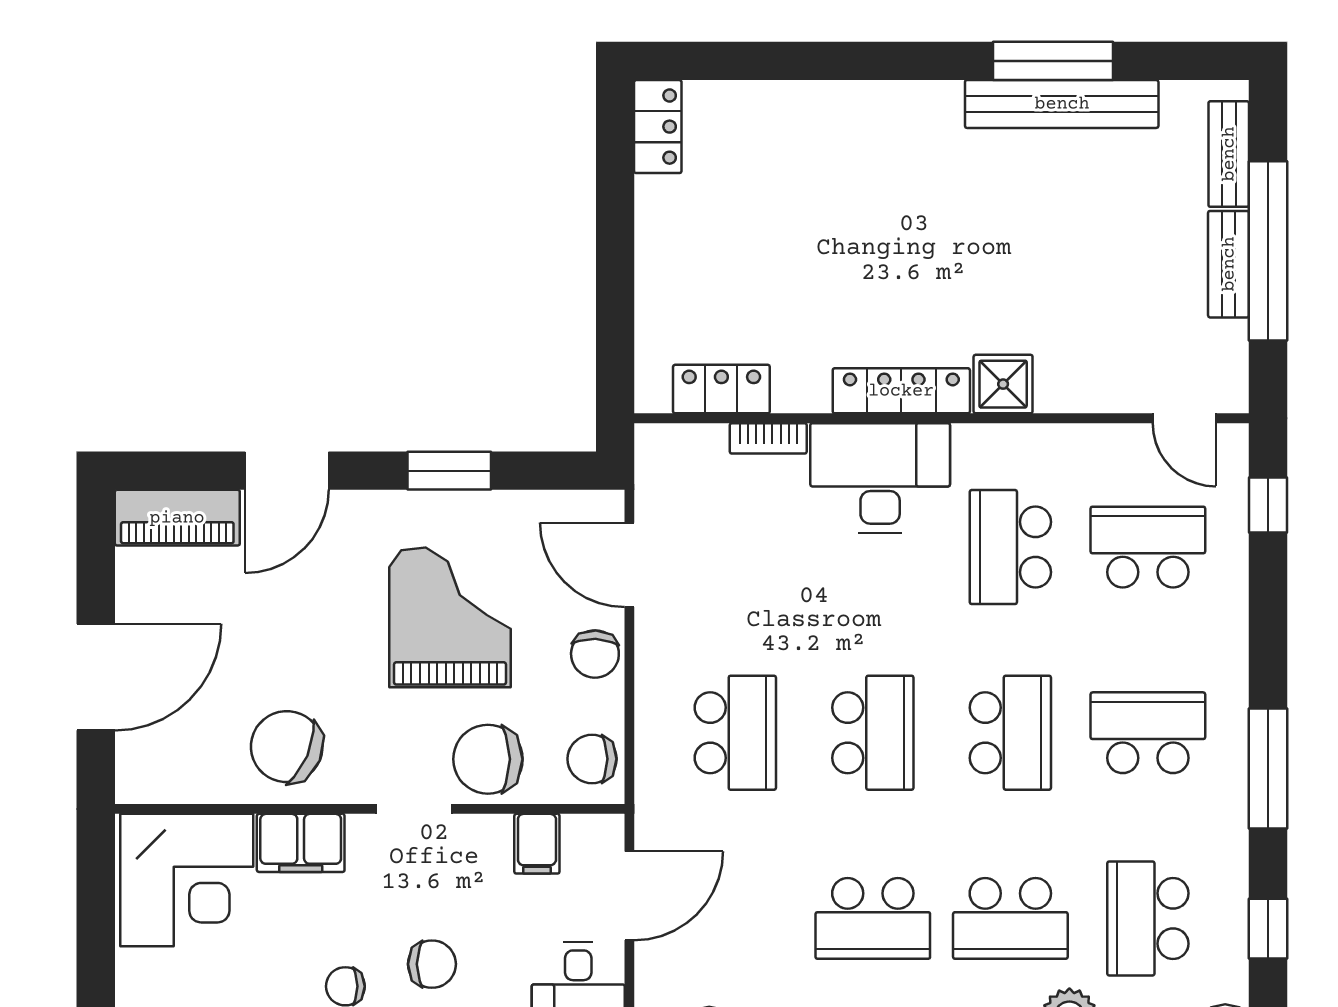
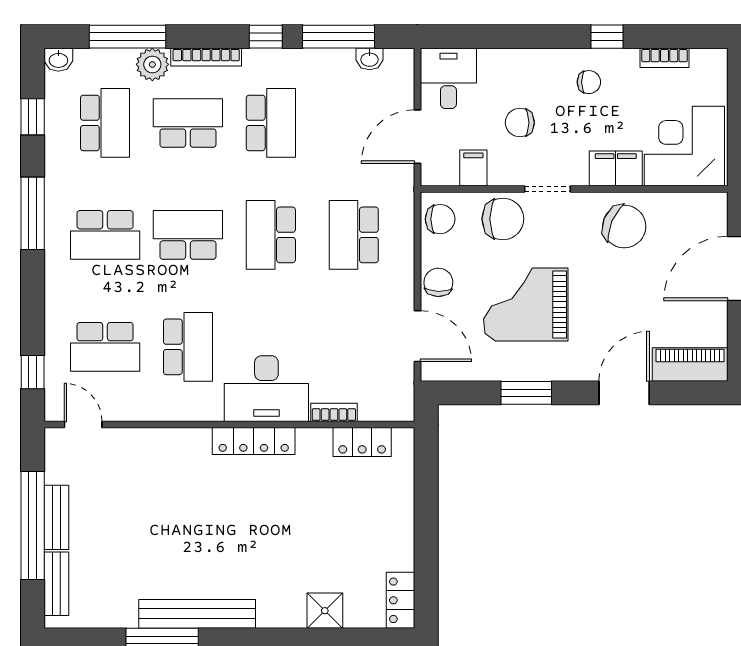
bench: (1062, 104) -> (197, 614), moved
shower: (1003, 384) -> (325, 611), moved
grand piano: (450, 617) -> (526, 304), turned 90
school desk: (1010, 733) -> (188, 235), turned 90
school desk: (873, 918) -> (271, 123), turned 90
chair: (432, 964) -> (520, 123), moved

